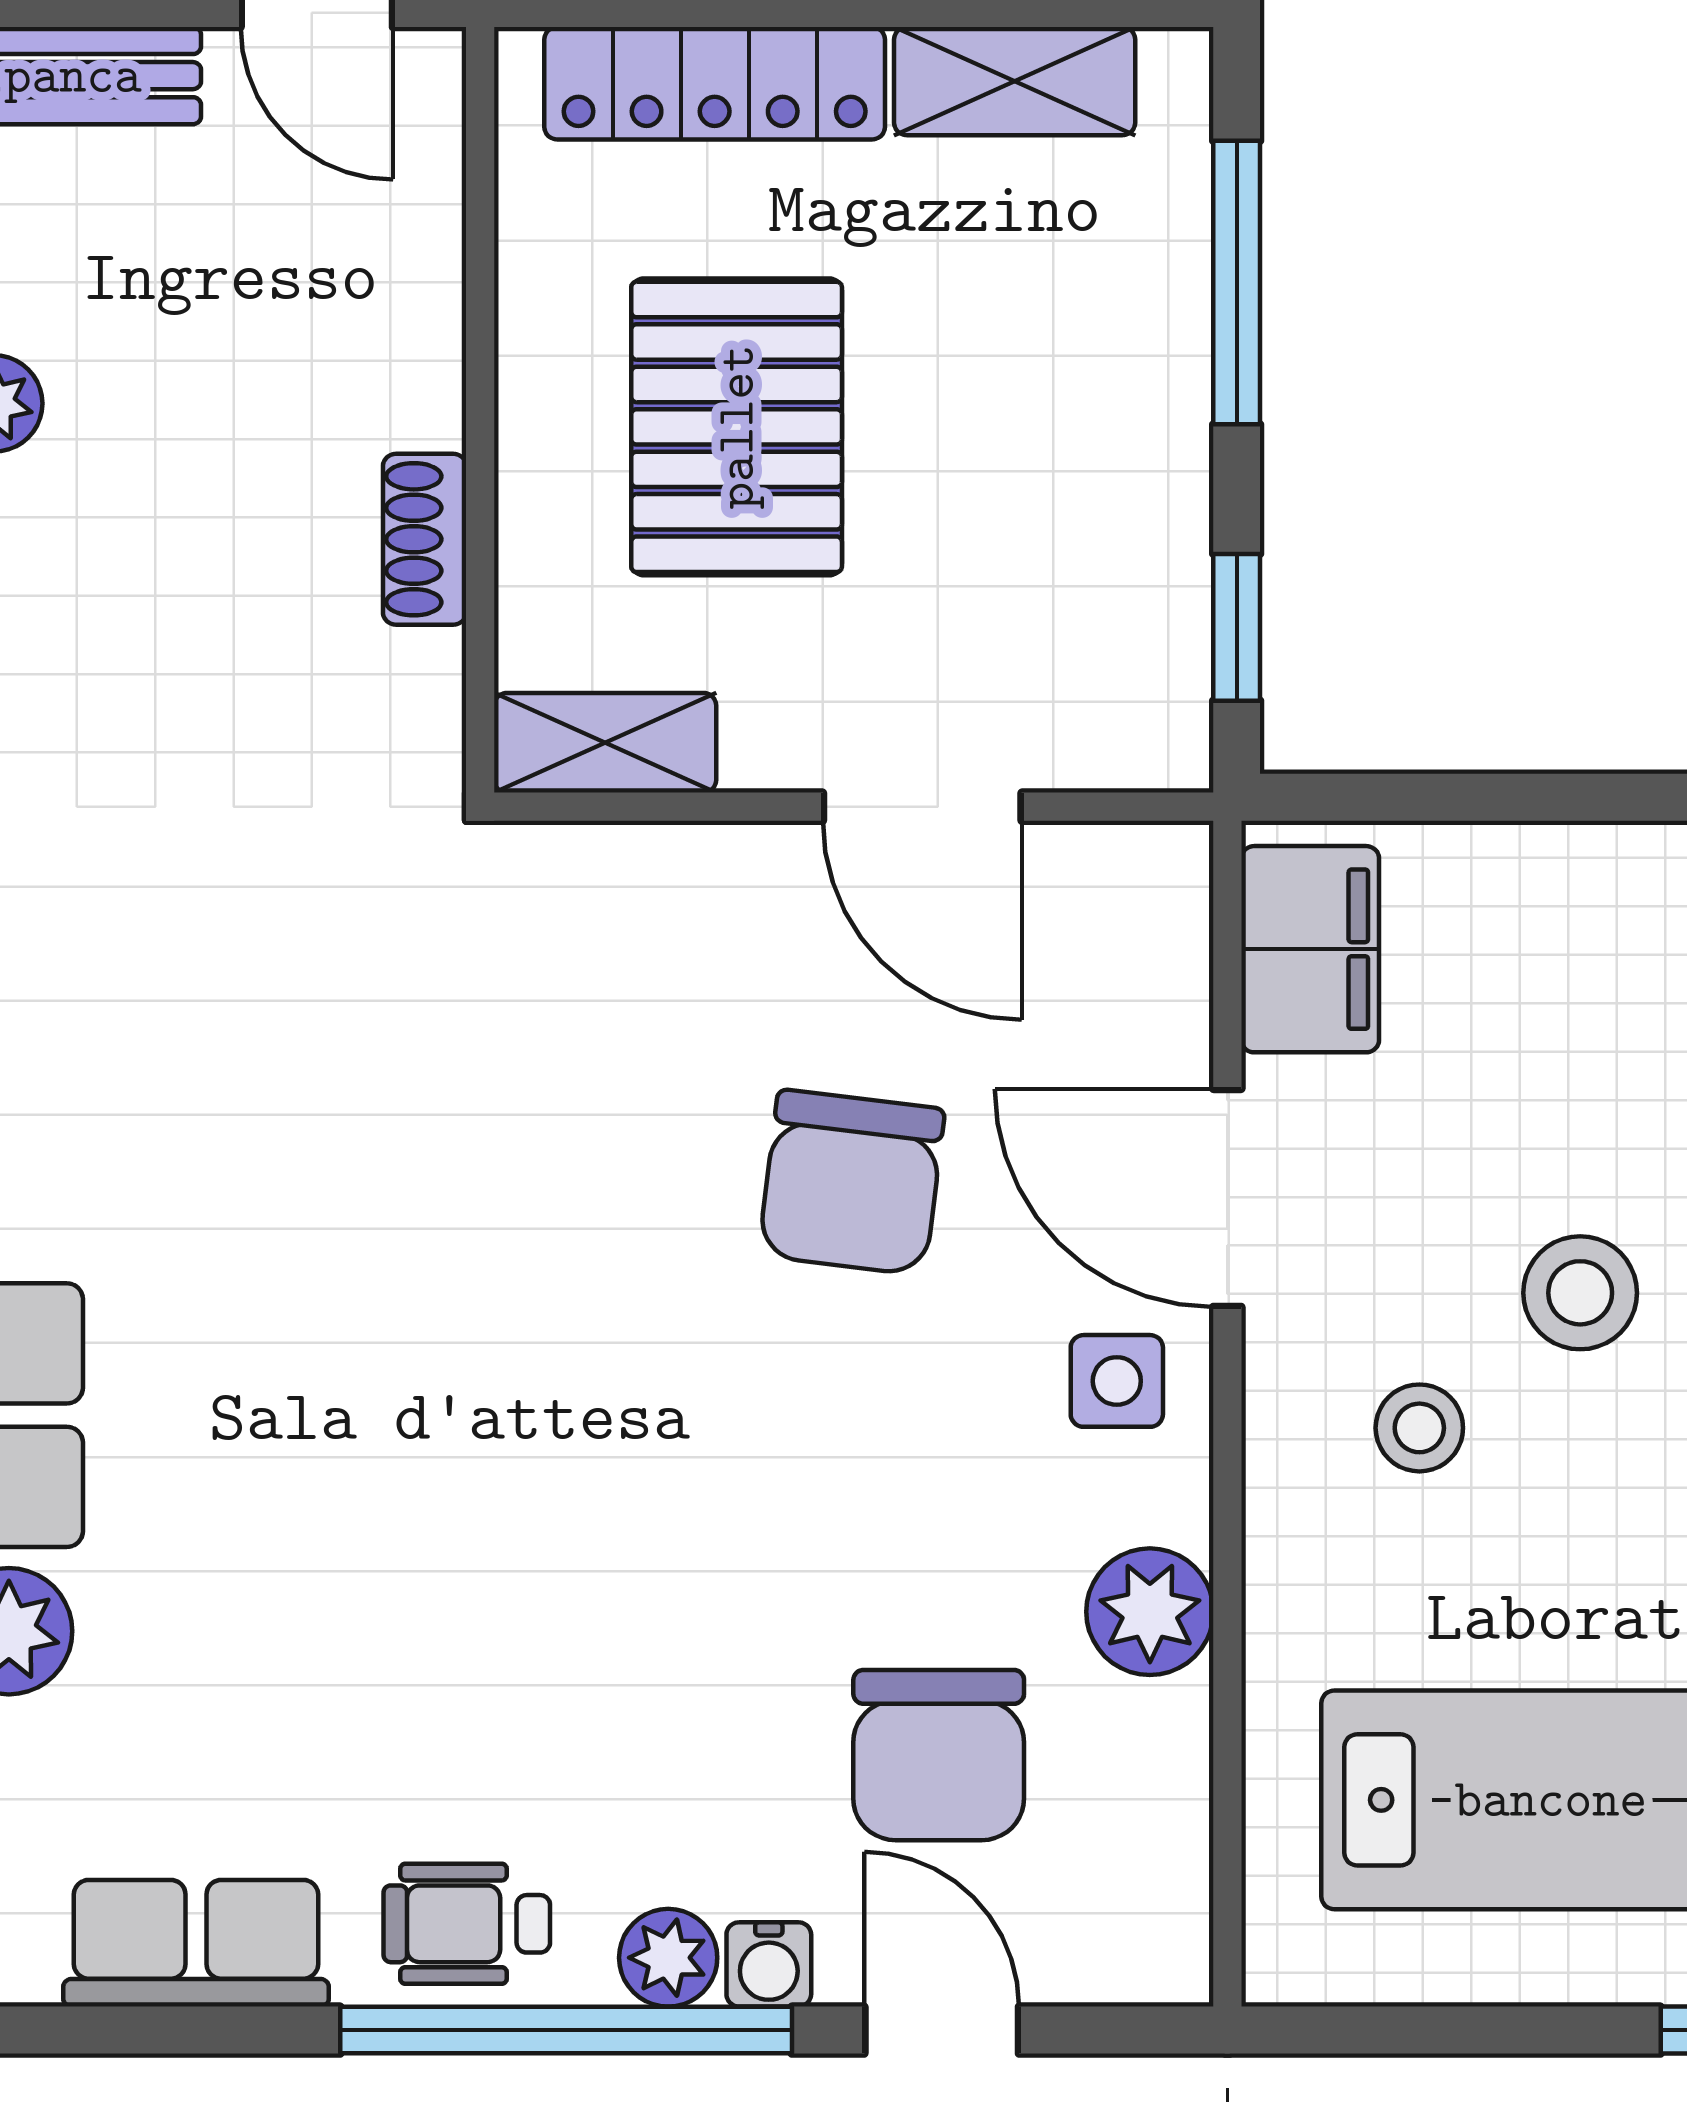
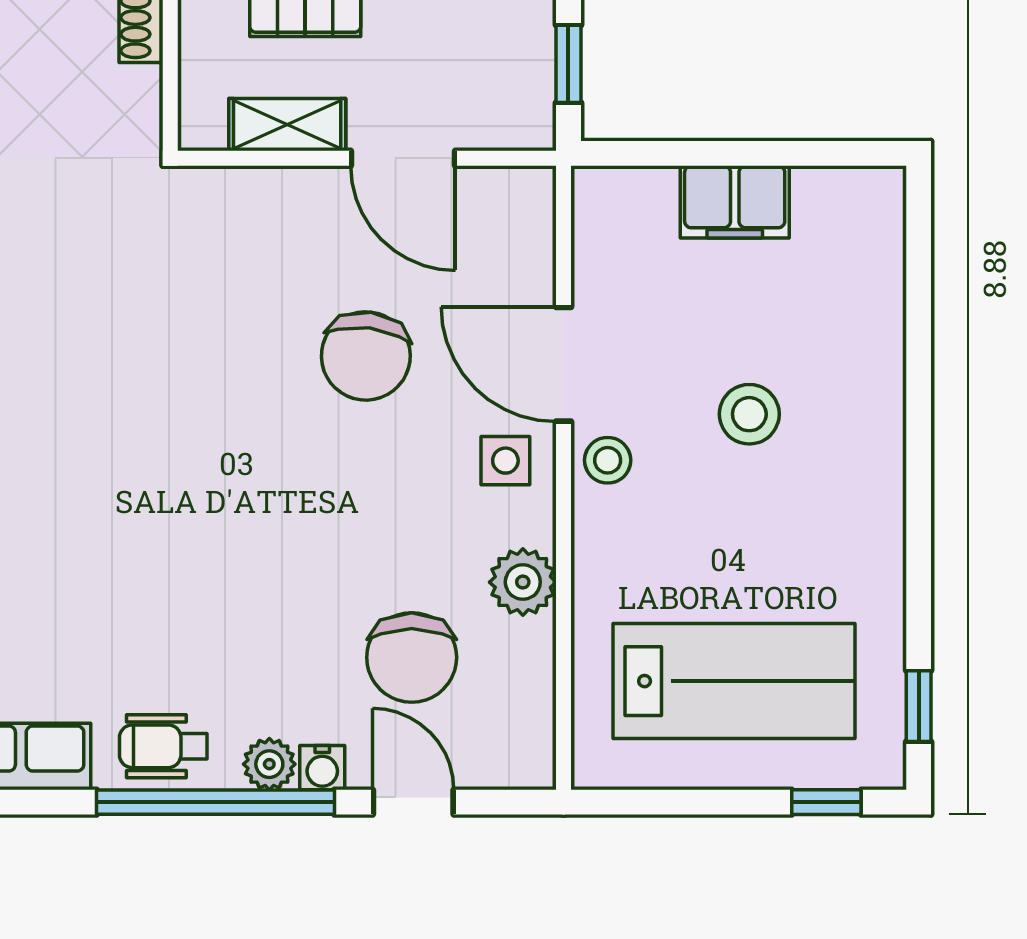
shelving: (605, 743) -> (287, 125), moved
filing cabinet: (1310, 949) -> (735, 202), moved, turned 90
stool: (1419, 1428) -> (608, 460), moved

